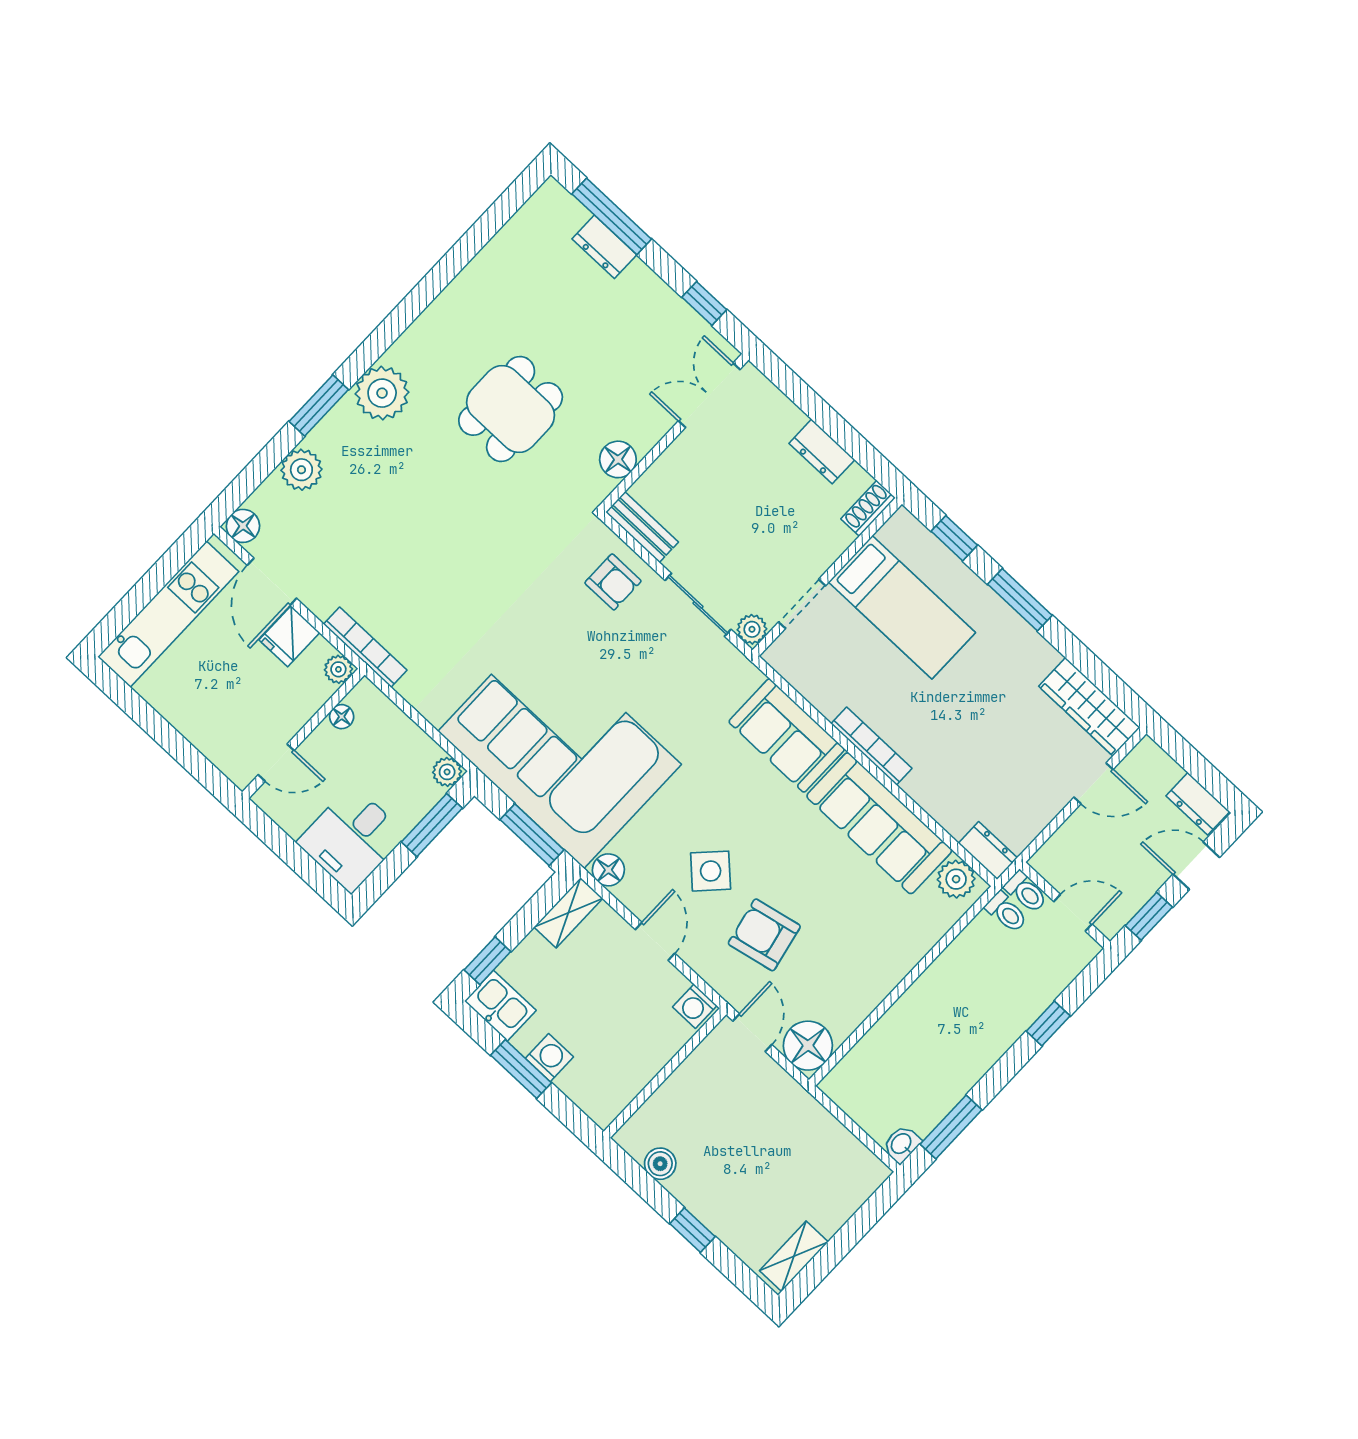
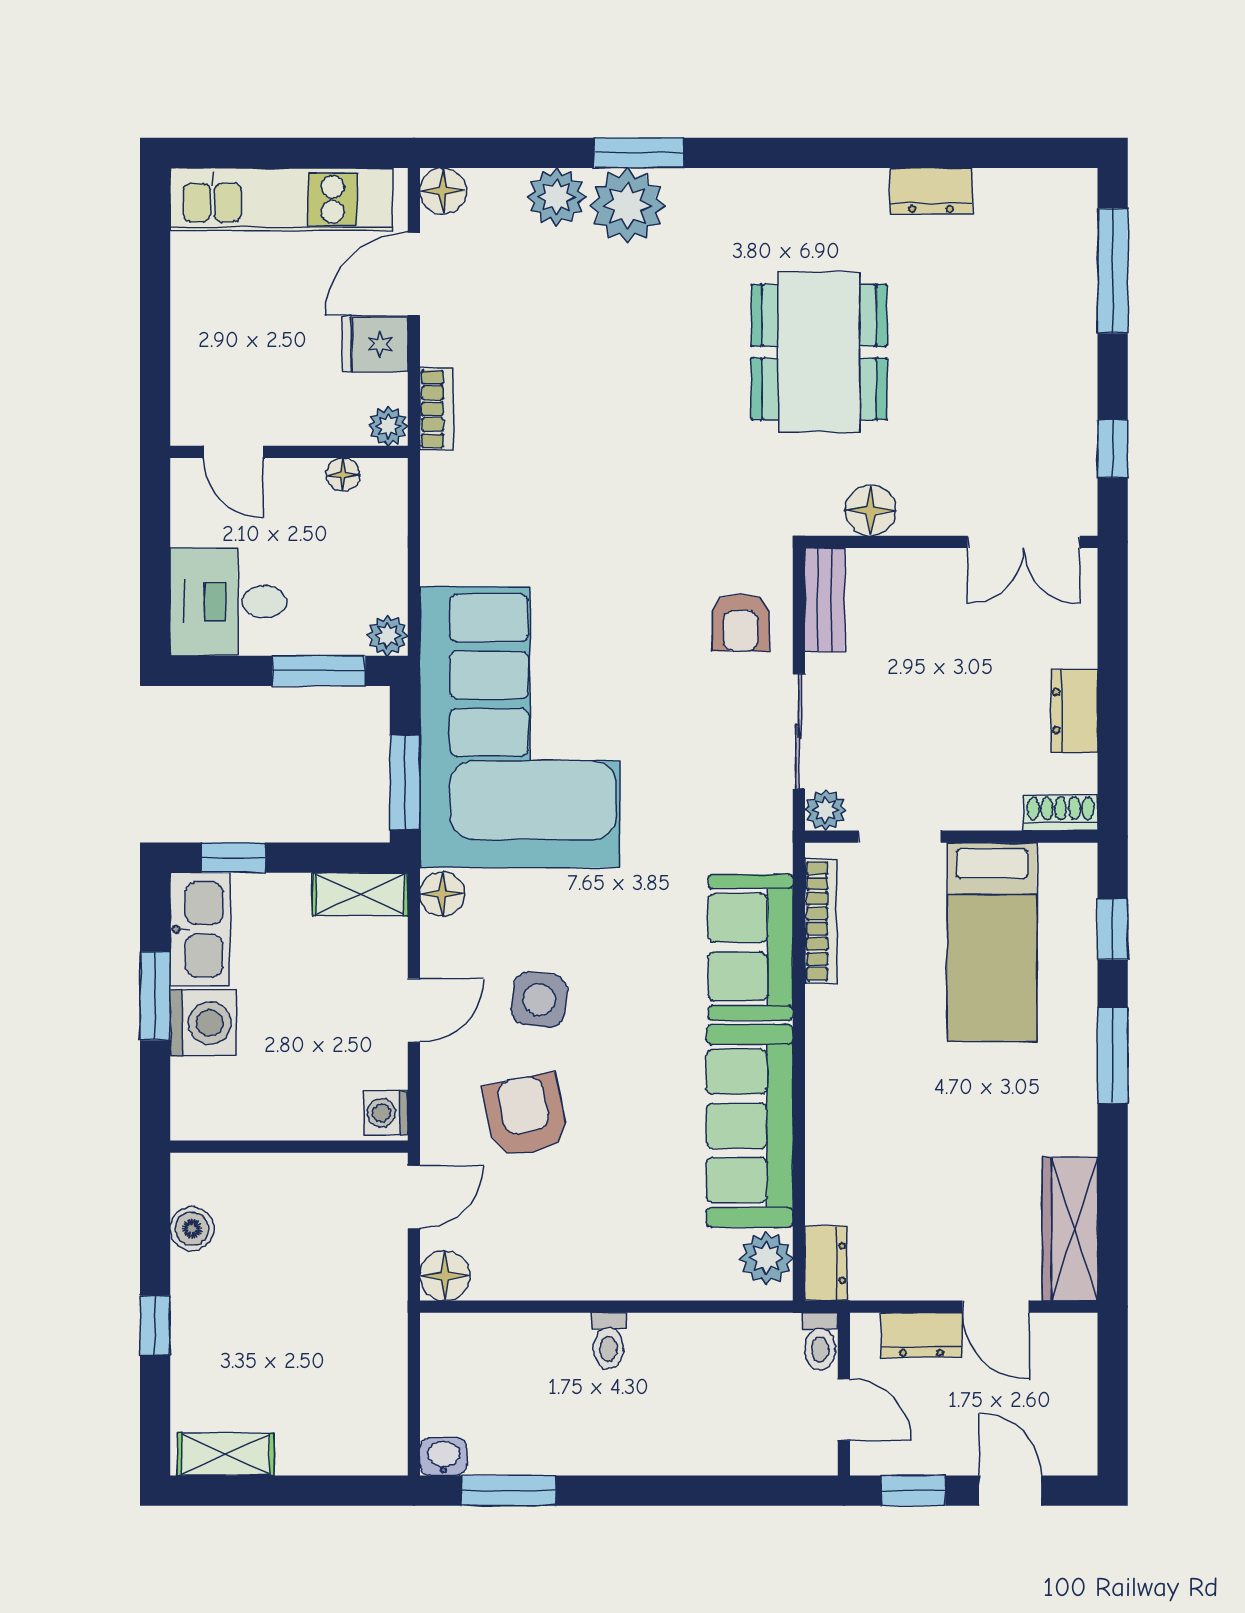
dresser: (604, 247) -> (931, 191), moved, turned -90
plant: (382, 393) -> (627, 206), moved
double door: (709, 395) -> (1024, 542), swing flipped
dining table: (511, 409) -> (819, 352), width x1.37
bookcase: (365, 647) -> (437, 409), width x0.64
bookcase: (871, 746) -> (821, 921), moved
dresser: (1198, 804) -> (922, 1335), moved, turned -90
side table: (711, 871) -> (539, 1000), turned -37
toilet: (1006, 912) -> (609, 1341), moved
kitchen sink: (500, 1006) -> (200, 929), width x1.38
window: (1048, 1024) -> (707, 1491), removed
floor lamp: (808, 1046) -> (445, 1276), width x0.73, depth x0.73
washing machine: (549, 1058) -> (203, 1023), width x1.38, depth x1.38

